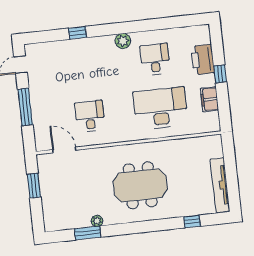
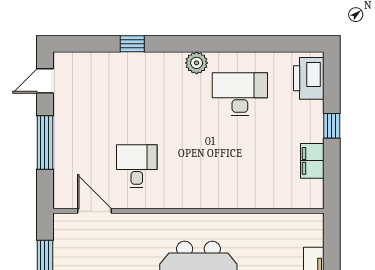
desk: (155, 59) -> (240, 94), width x1.37
printer: (203, 60) -> (309, 78), moved
desk: (160, 108) -> (240, 166), removed

